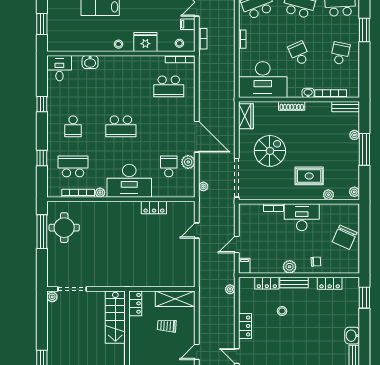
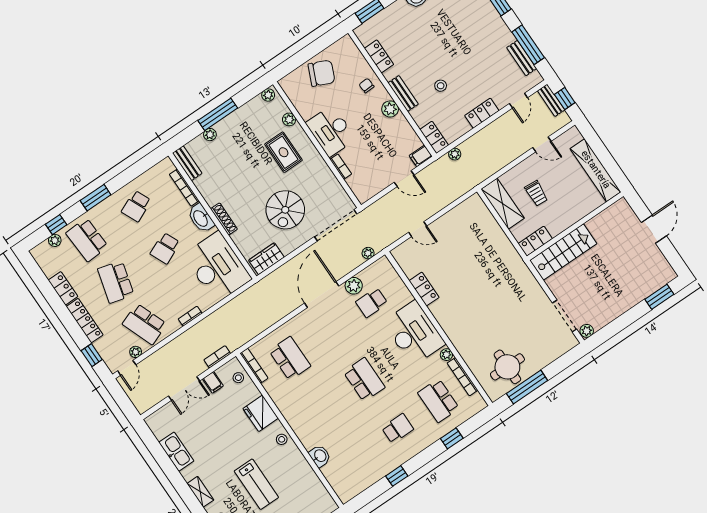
school desk: (340, 53) -> (136, 206), turned -36
desk: (59, 68) -> (347, 483), removed
washbasin: (308, 93) -> (201, 218), width x1.91, depth x1.45
spiral stairs: (270, 151) -> (285, 210), turned -90
locker: (267, 283) -> (434, 137), moved

